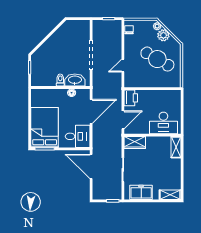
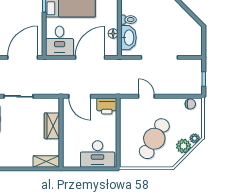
door: (91, 111) -> (90, 57), swing flipped
desk: (163, 123) -> (98, 154), moved, turned -90
wardrobe: (135, 143) -> (52, 126), moved

